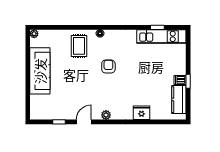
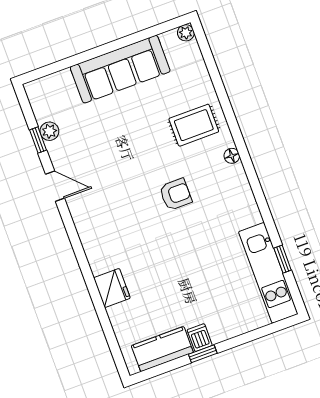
plant: (106, 115) -> (49, 131), moved

